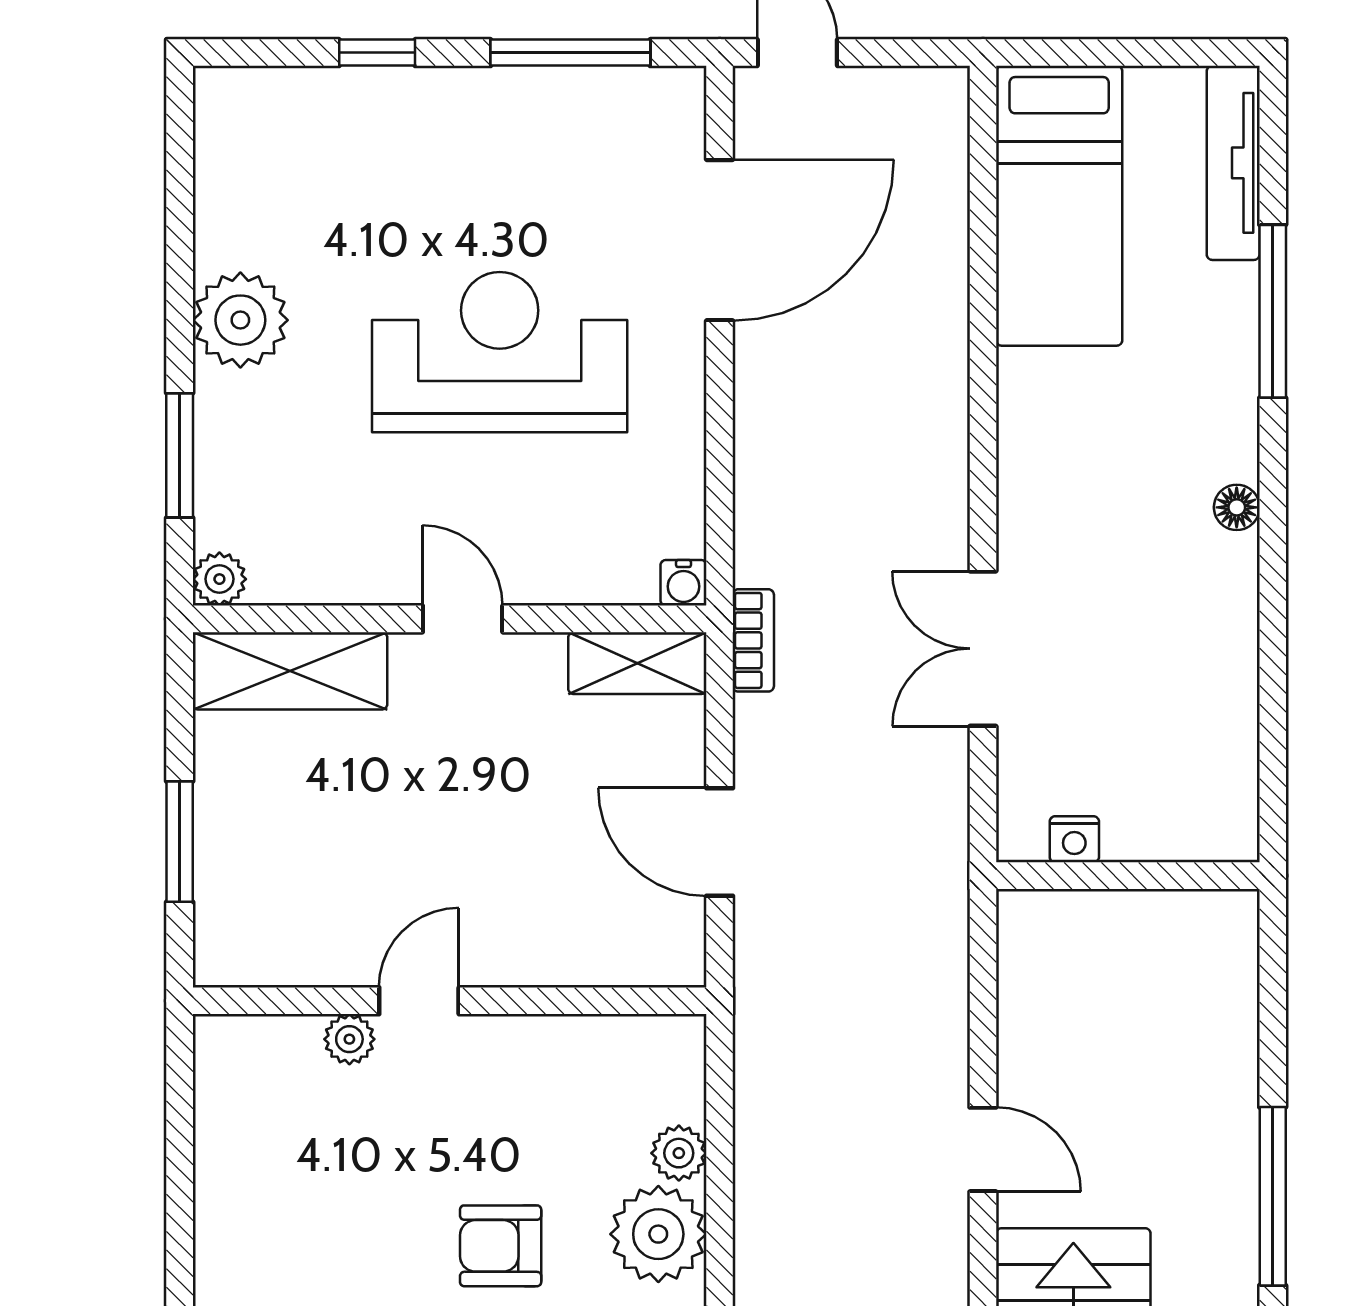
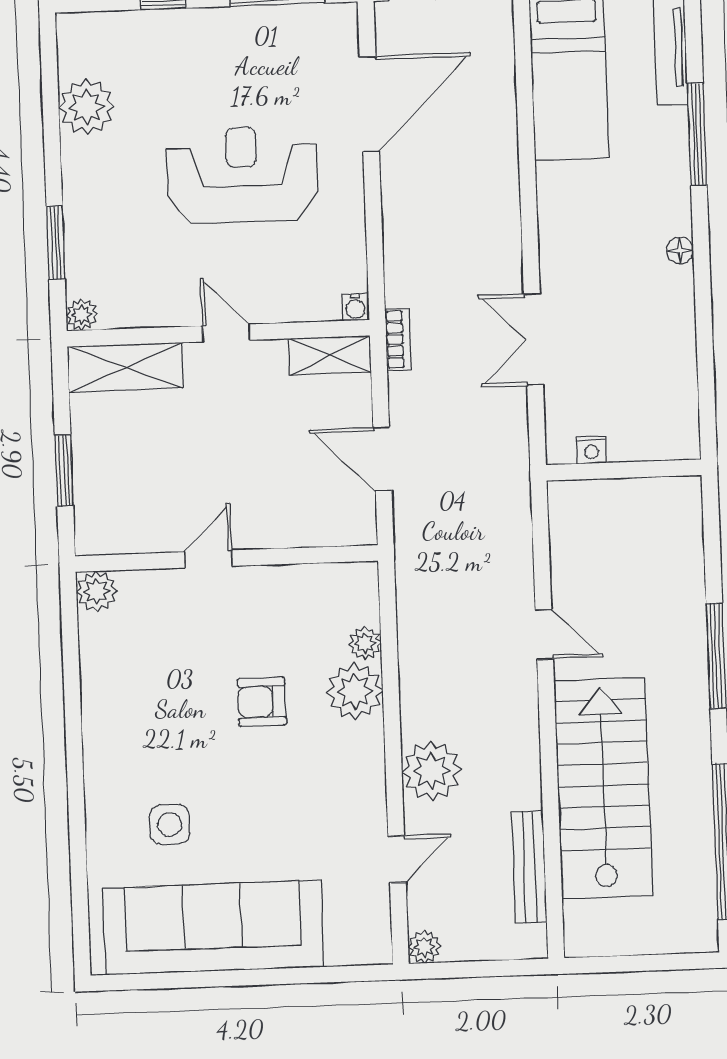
plant: (240, 320) -> (86, 107), moved
plant: (349, 1039) -> (97, 591), moved, width x1.38, depth x1.38

